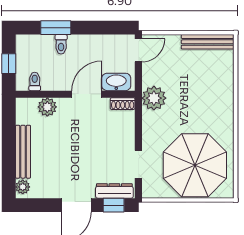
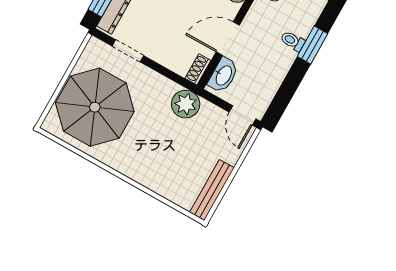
door: (87, 94) -> (228, 39), swing flipped

